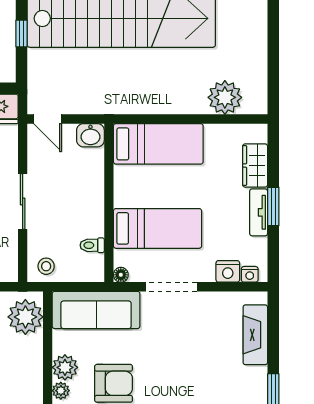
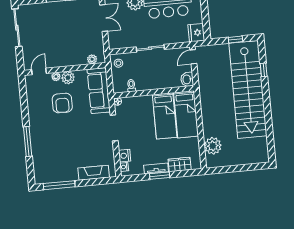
bed: (158, 228) -> (165, 116), moved
plant: (25, 317) -> (92, 59), width x0.53, depth x0.53

